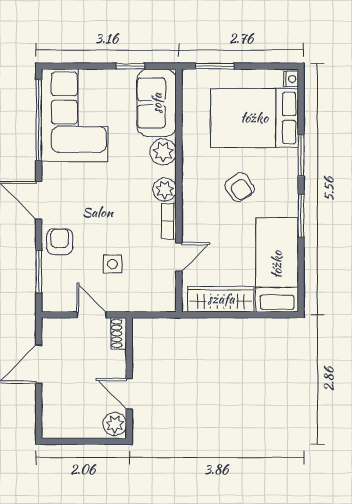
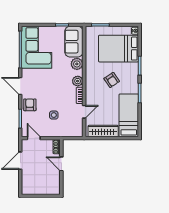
door: (92, 315) -> (34, 138), moved
door: (129, 394) -> (61, 164), moved
plant: (115, 424) -> (55, 188), removed

